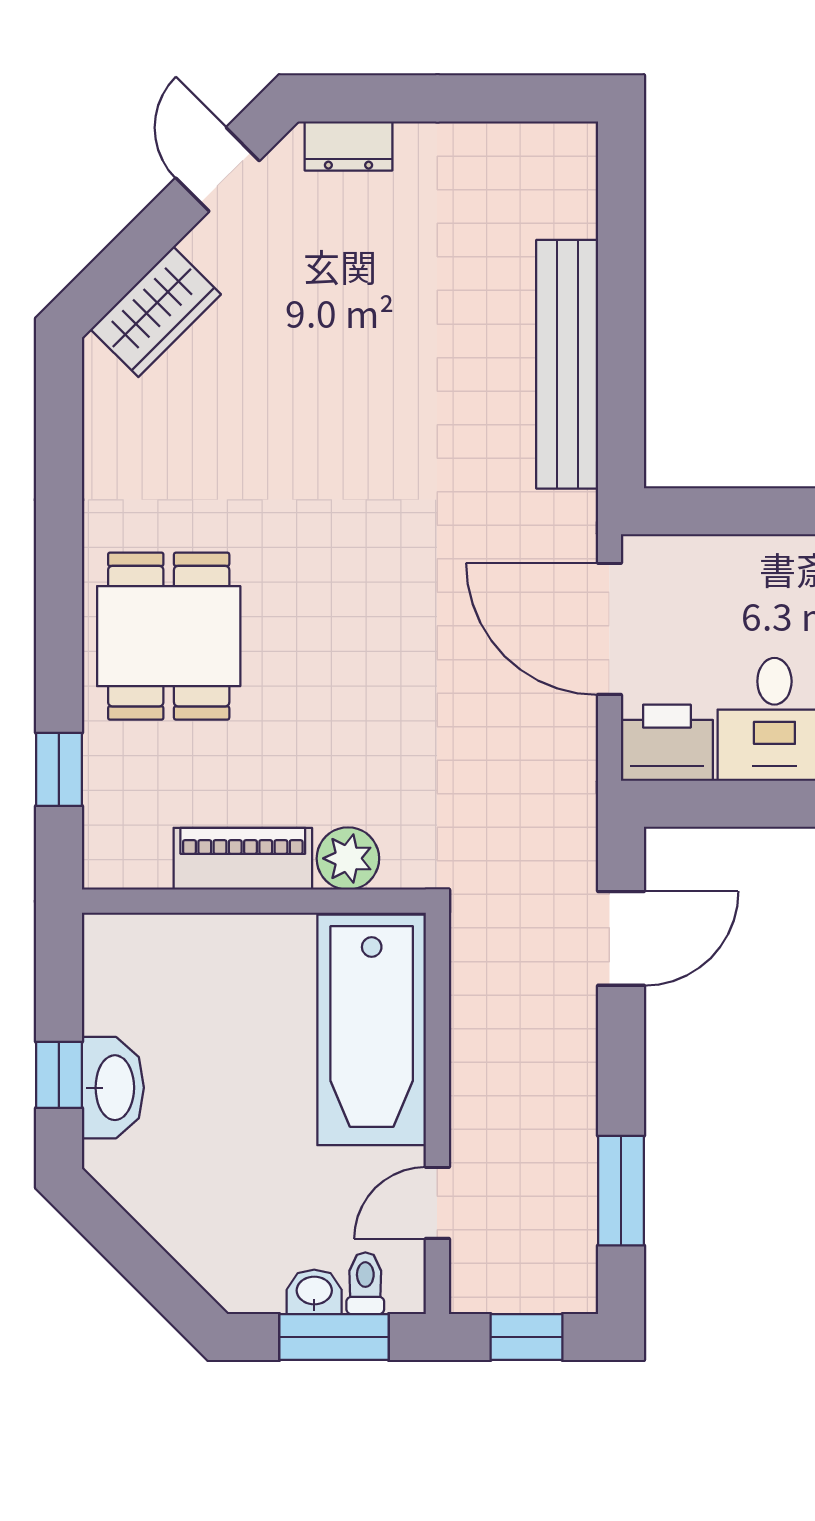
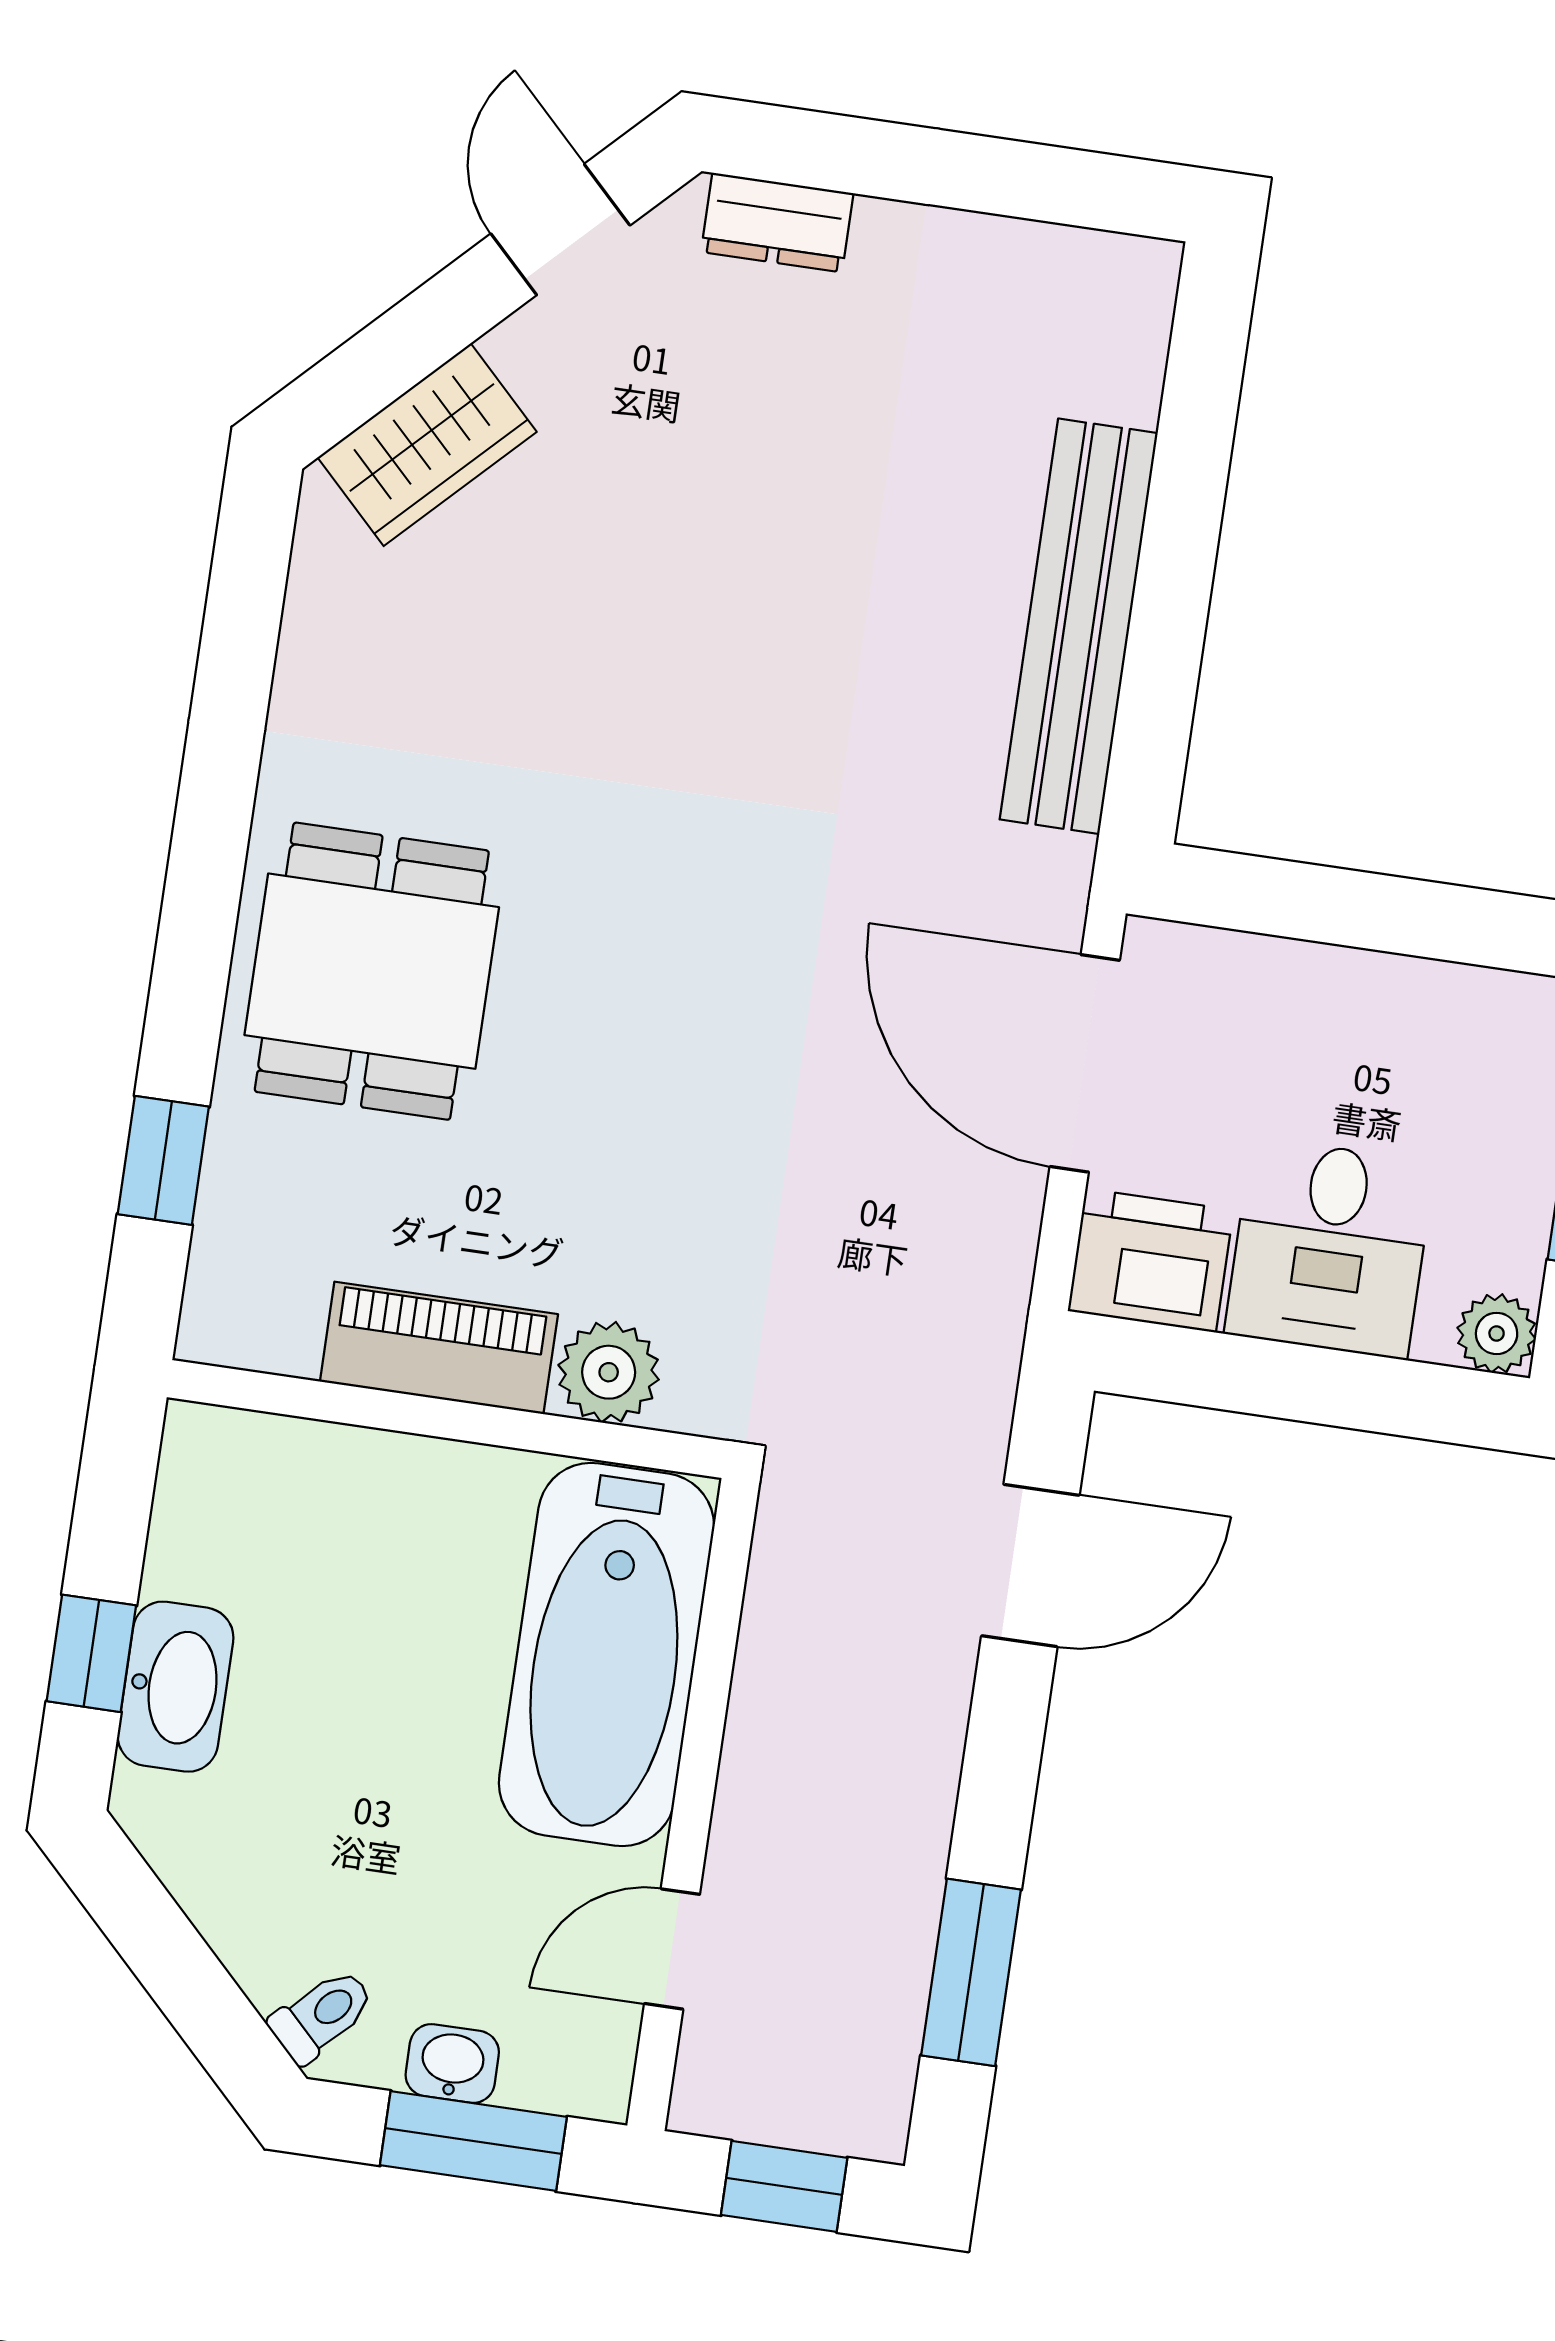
toilet: (365, 1283) -> (322, 2015), moved, turned 45

